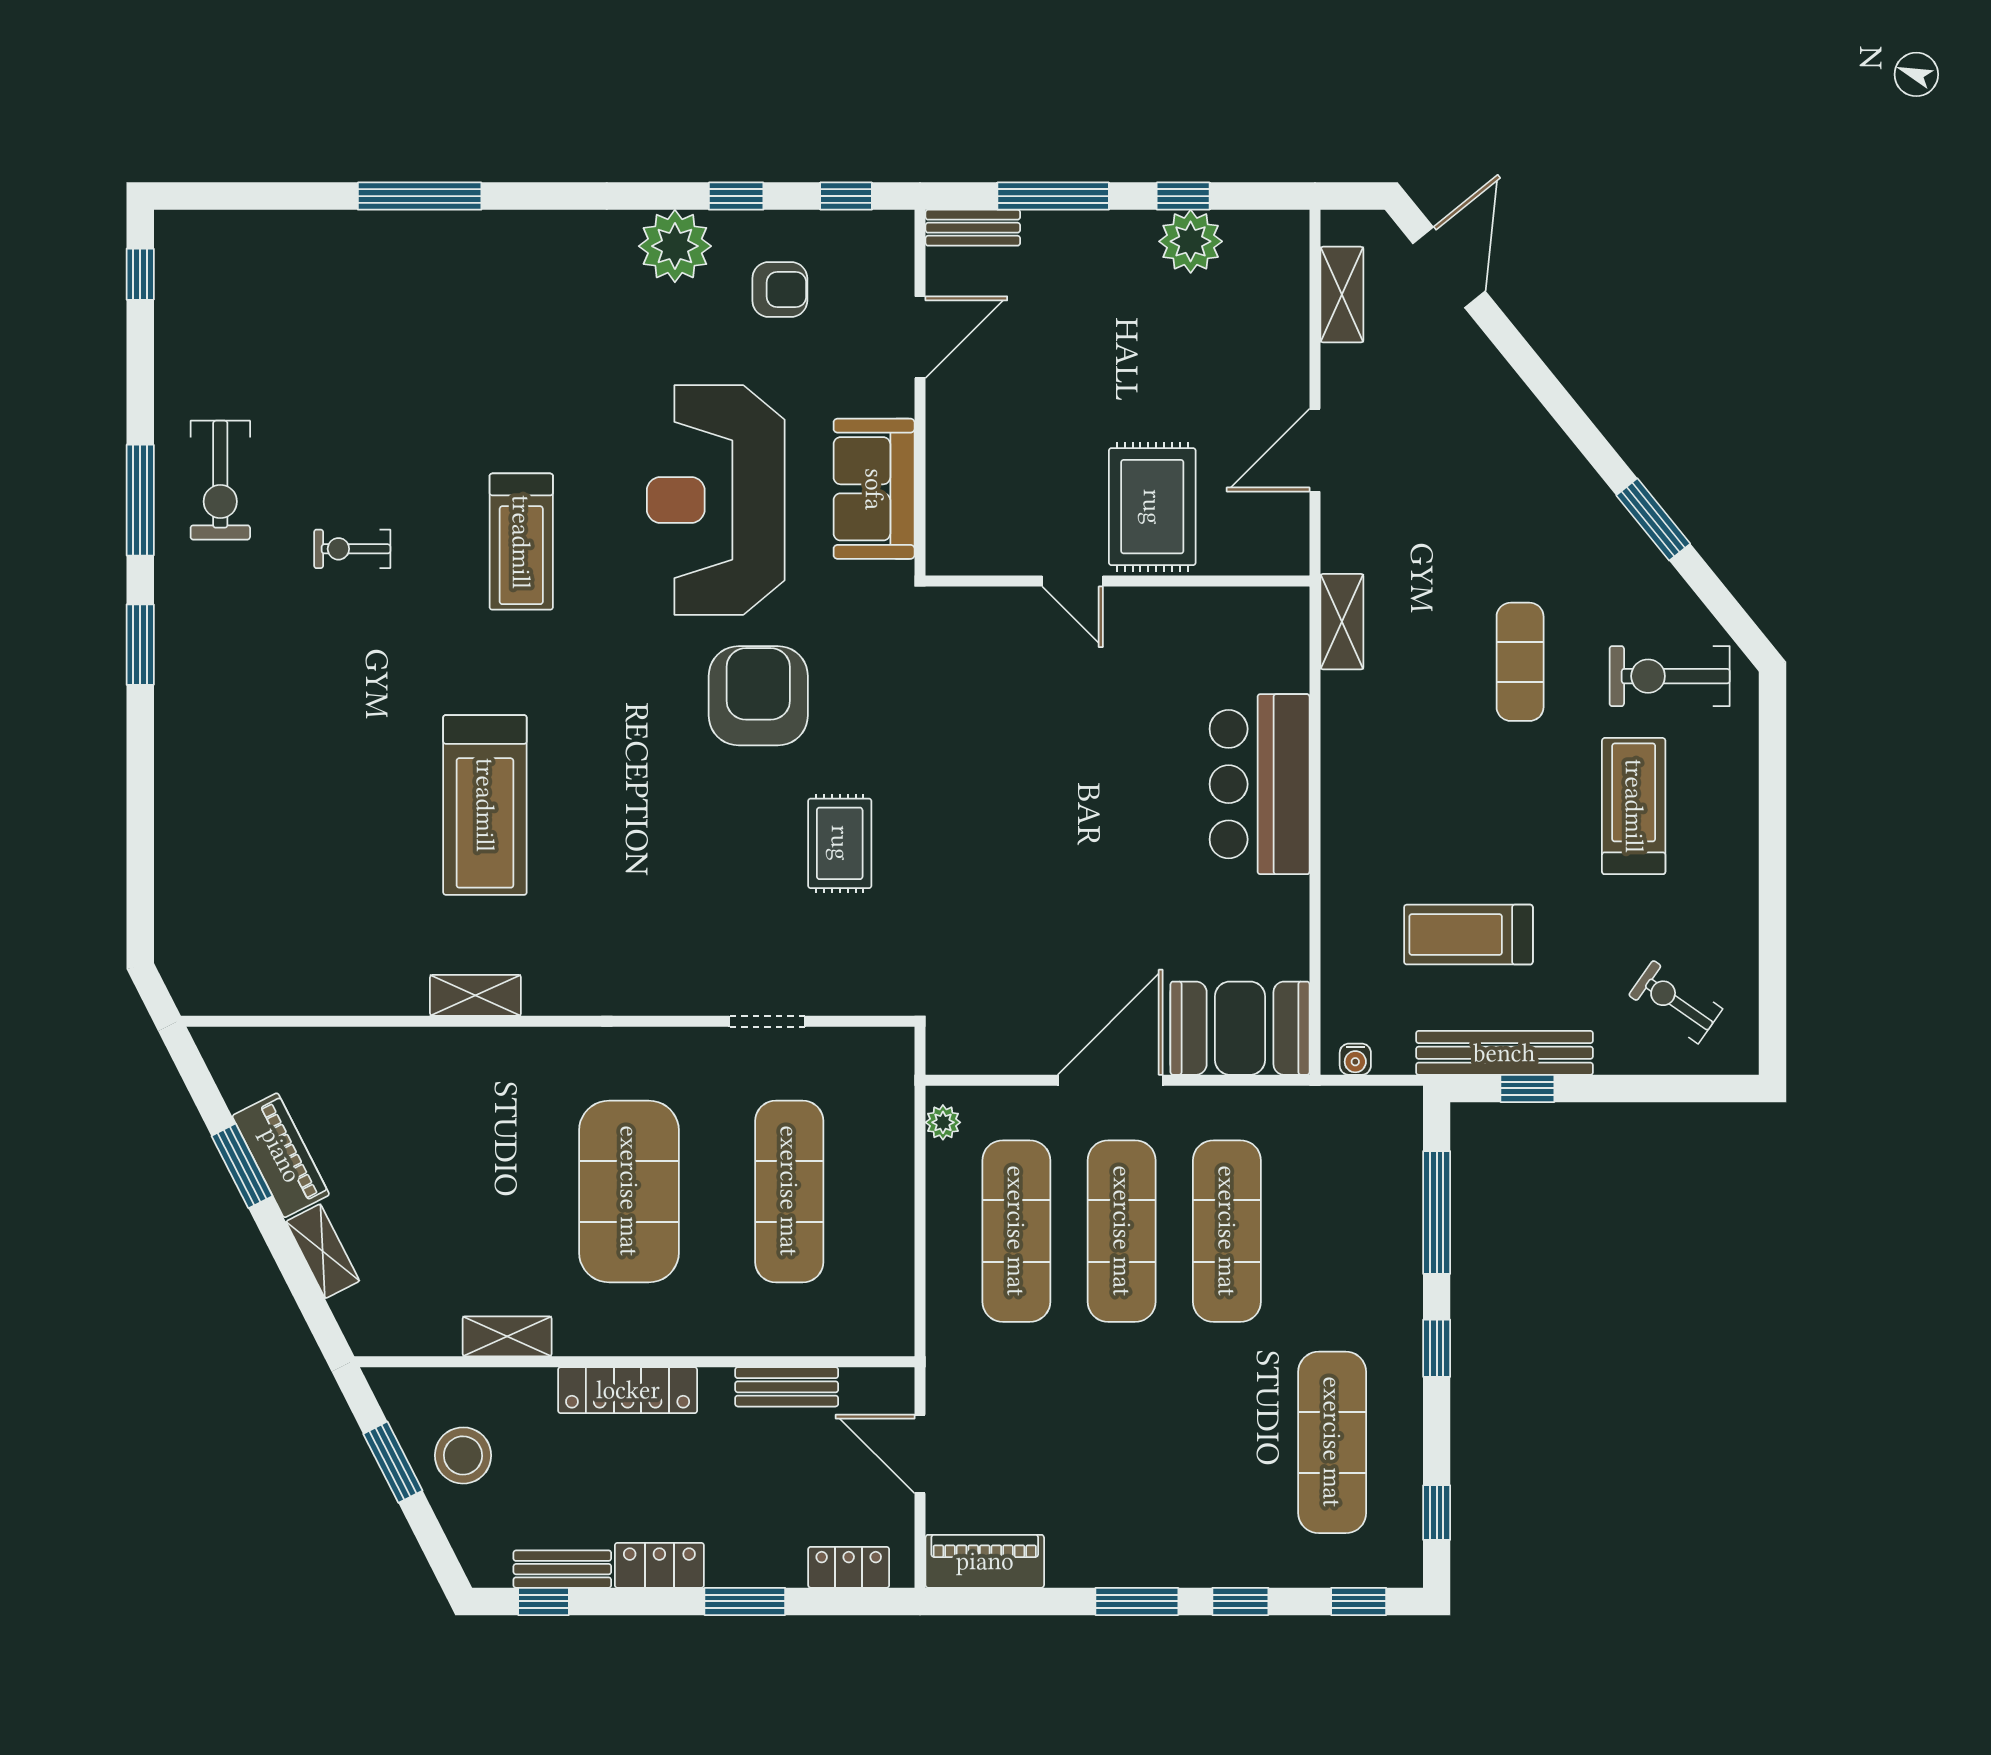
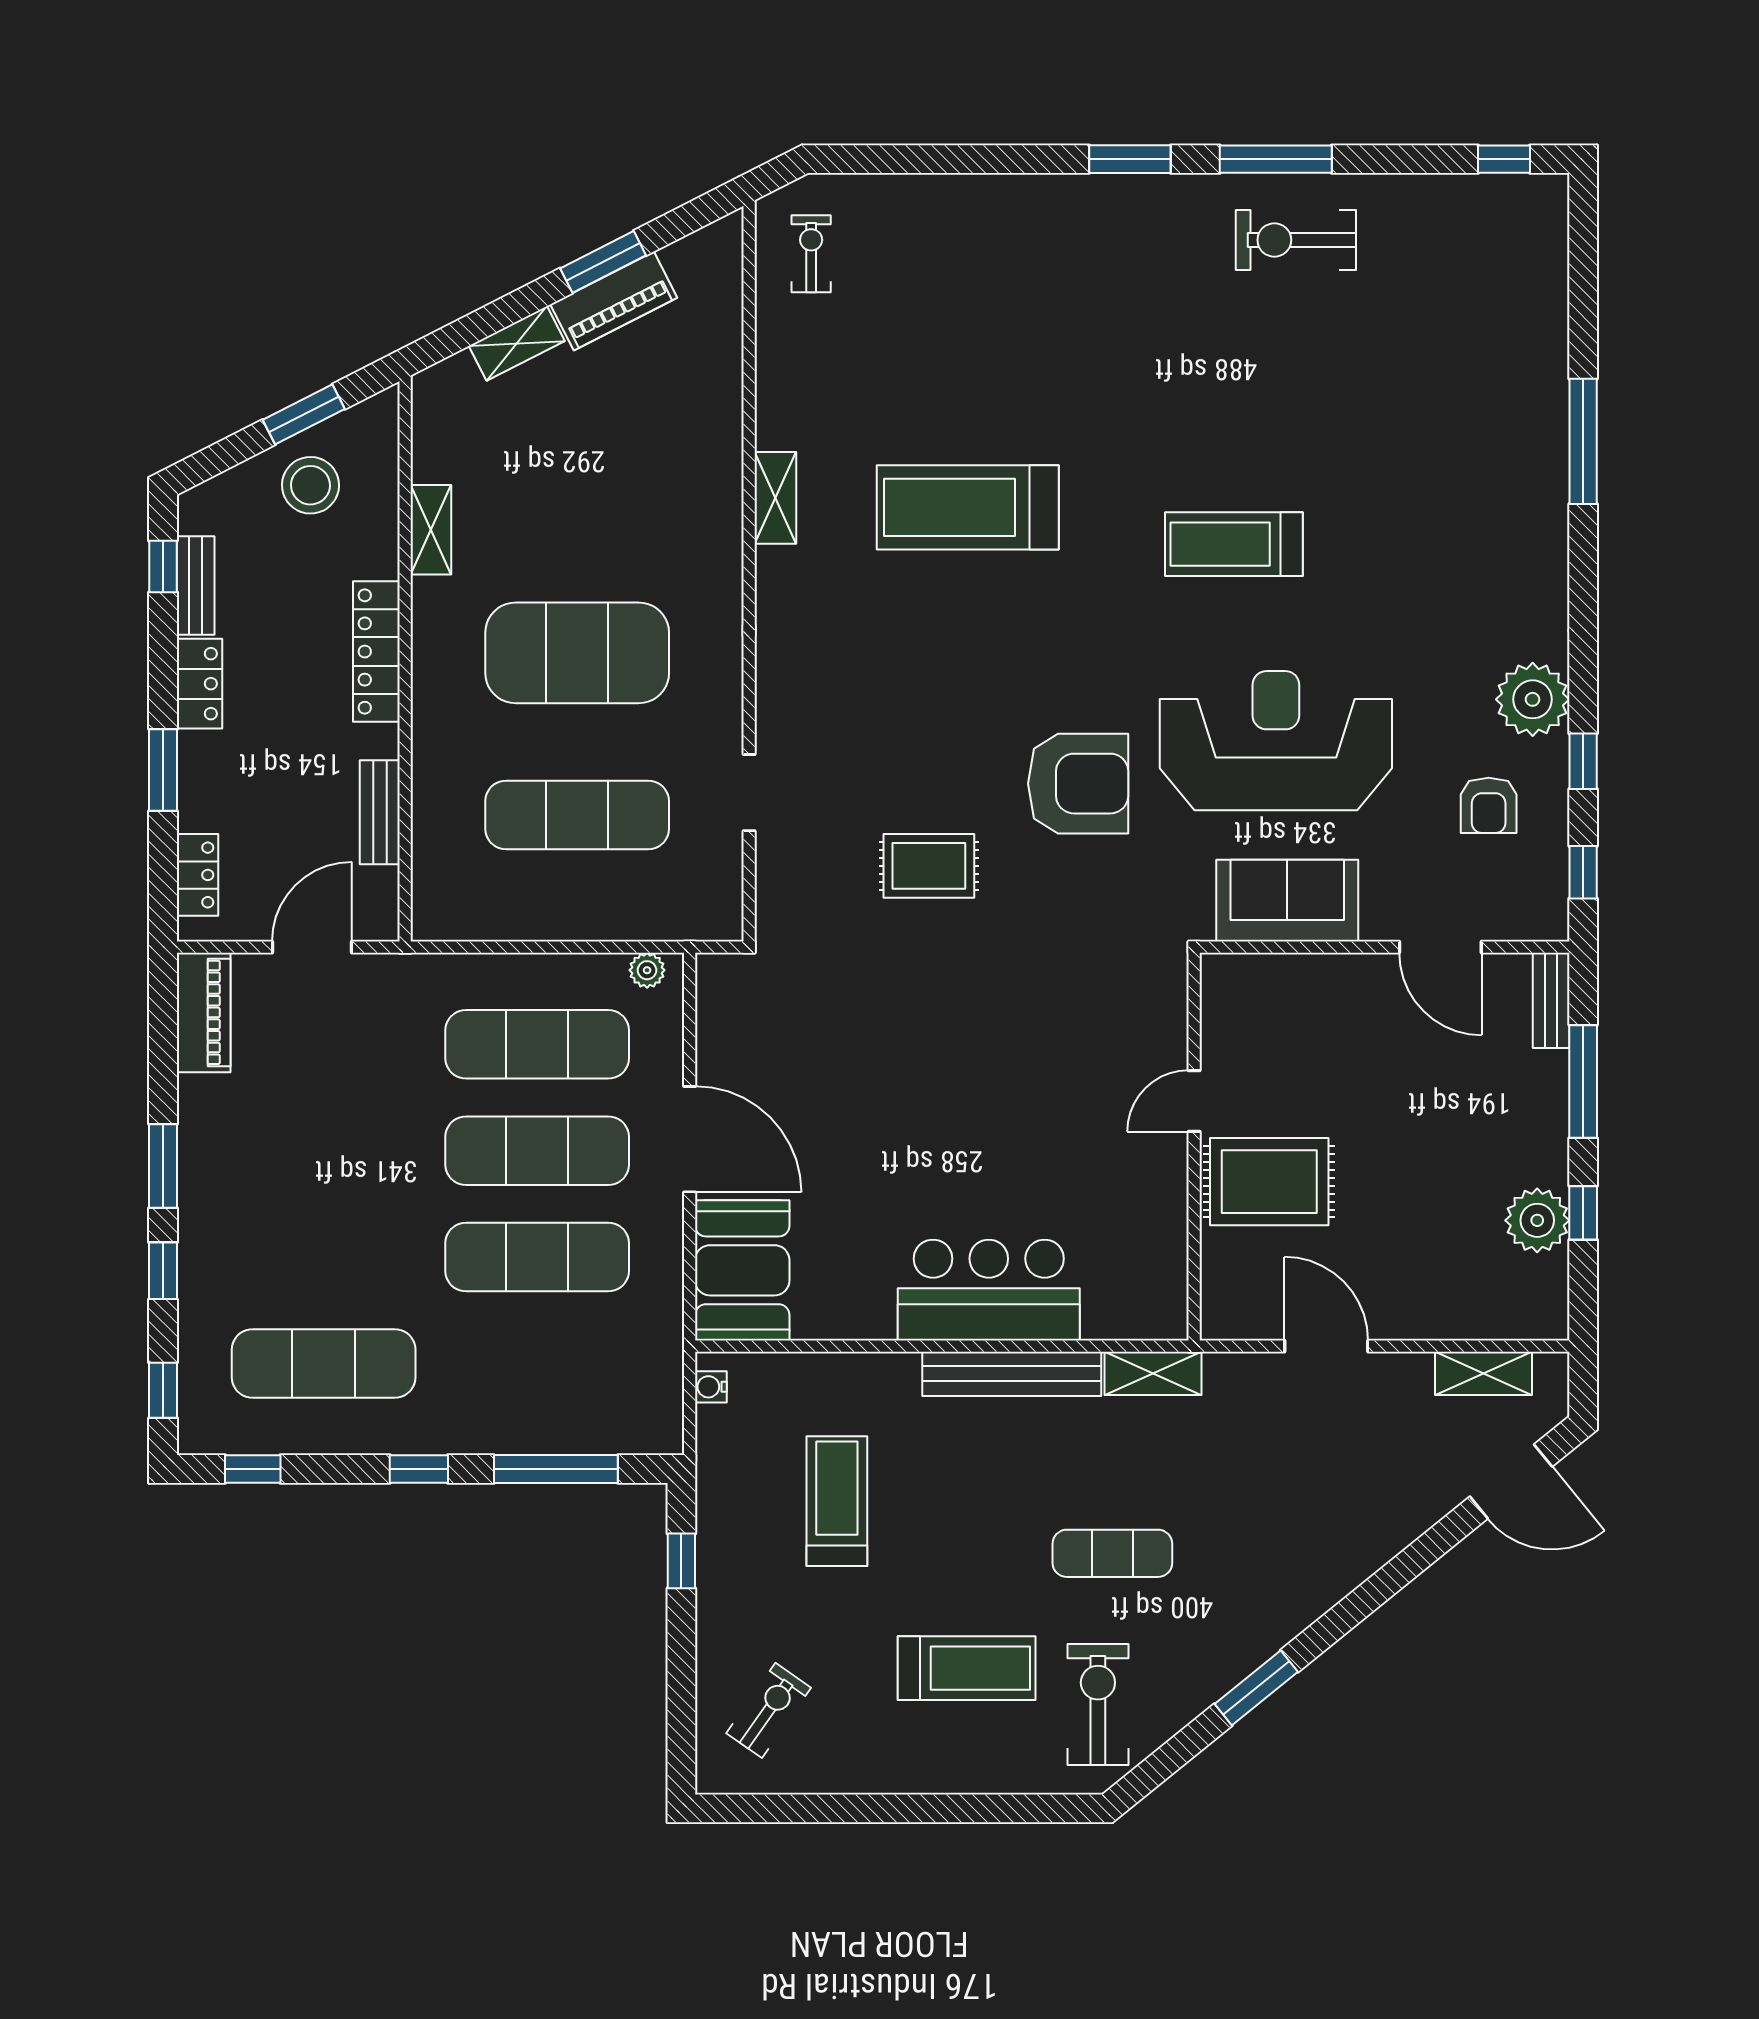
exercise bike: (352, 549) -> (811, 254), moved
bench: (1504, 1053) -> (1012, 1374), moved, turned 90

